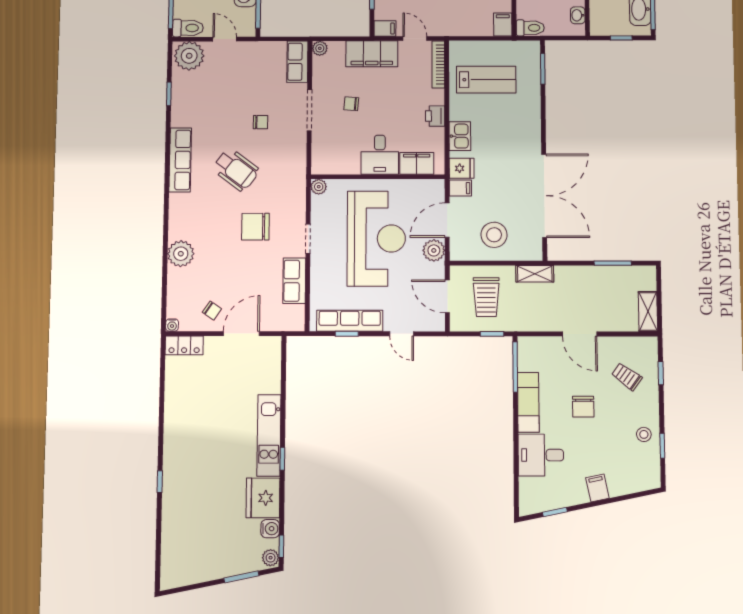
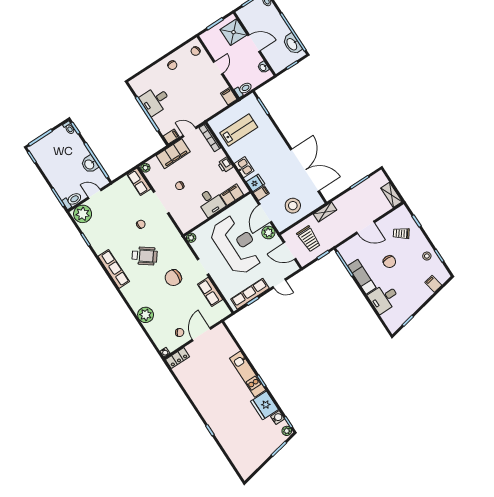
filing cabinet: (597, 488) -> (433, 284), moved

